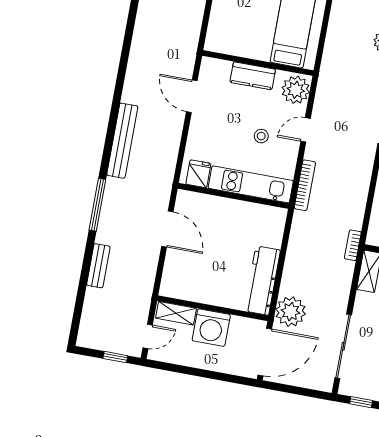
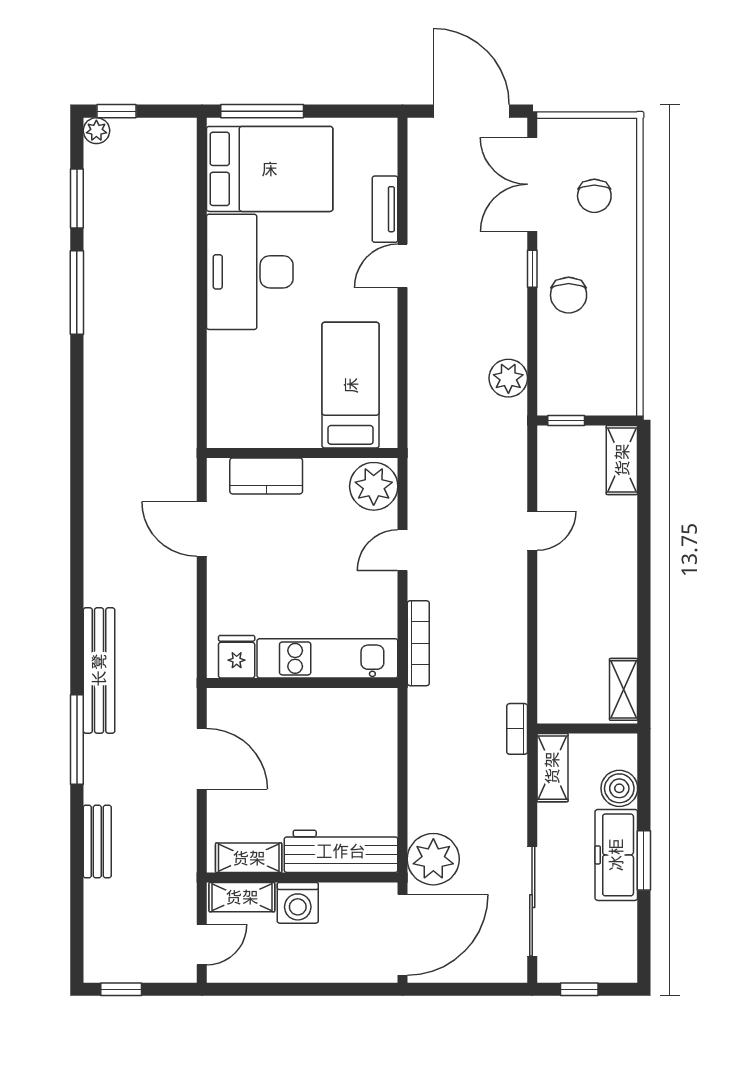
kitchen counter: (253, 76) -> (266, 476), moved
stool: (261, 136) -> (330, 574), removed
bench: (122, 141) -> (99, 670), moved
workbench: (262, 281) -> (341, 851), moved, turned 90
shelving: (184, 291) -> (249, 858), added
washing machine: (211, 328) -> (298, 903), width x0.73, depth x0.73
window: (115, 357) -> (121, 989), moved

